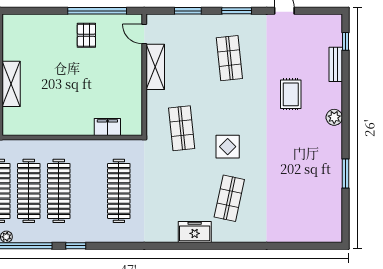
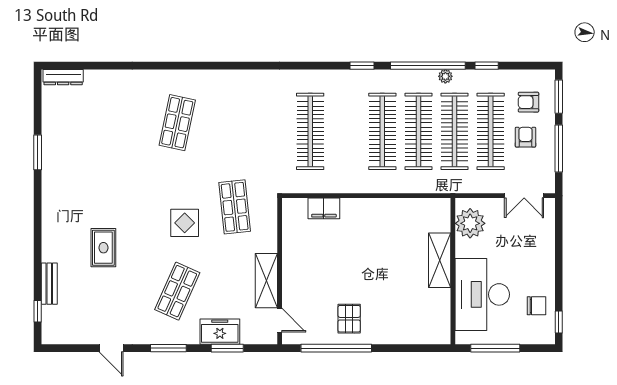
shop shelf: (229, 58) -> (177, 291), turned 30
plant: (334, 117) -> (51, 220), removed
display table: (228, 147) -> (185, 223), moved
freezer: (195, 232) -> (220, 332), moved, turned 180
dresser: (324, 236) -> (63, 77), added

